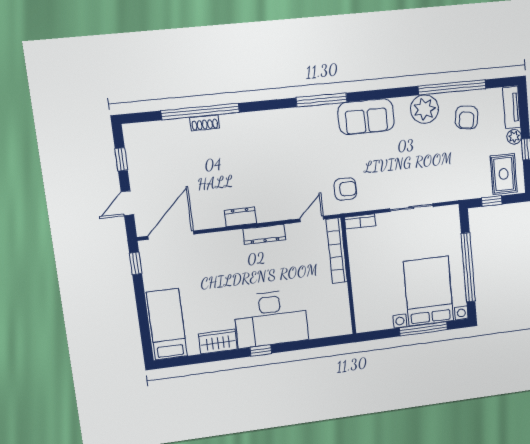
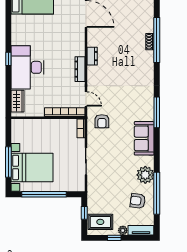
wardrobe: (218, 341) -> (18, 101), moved

